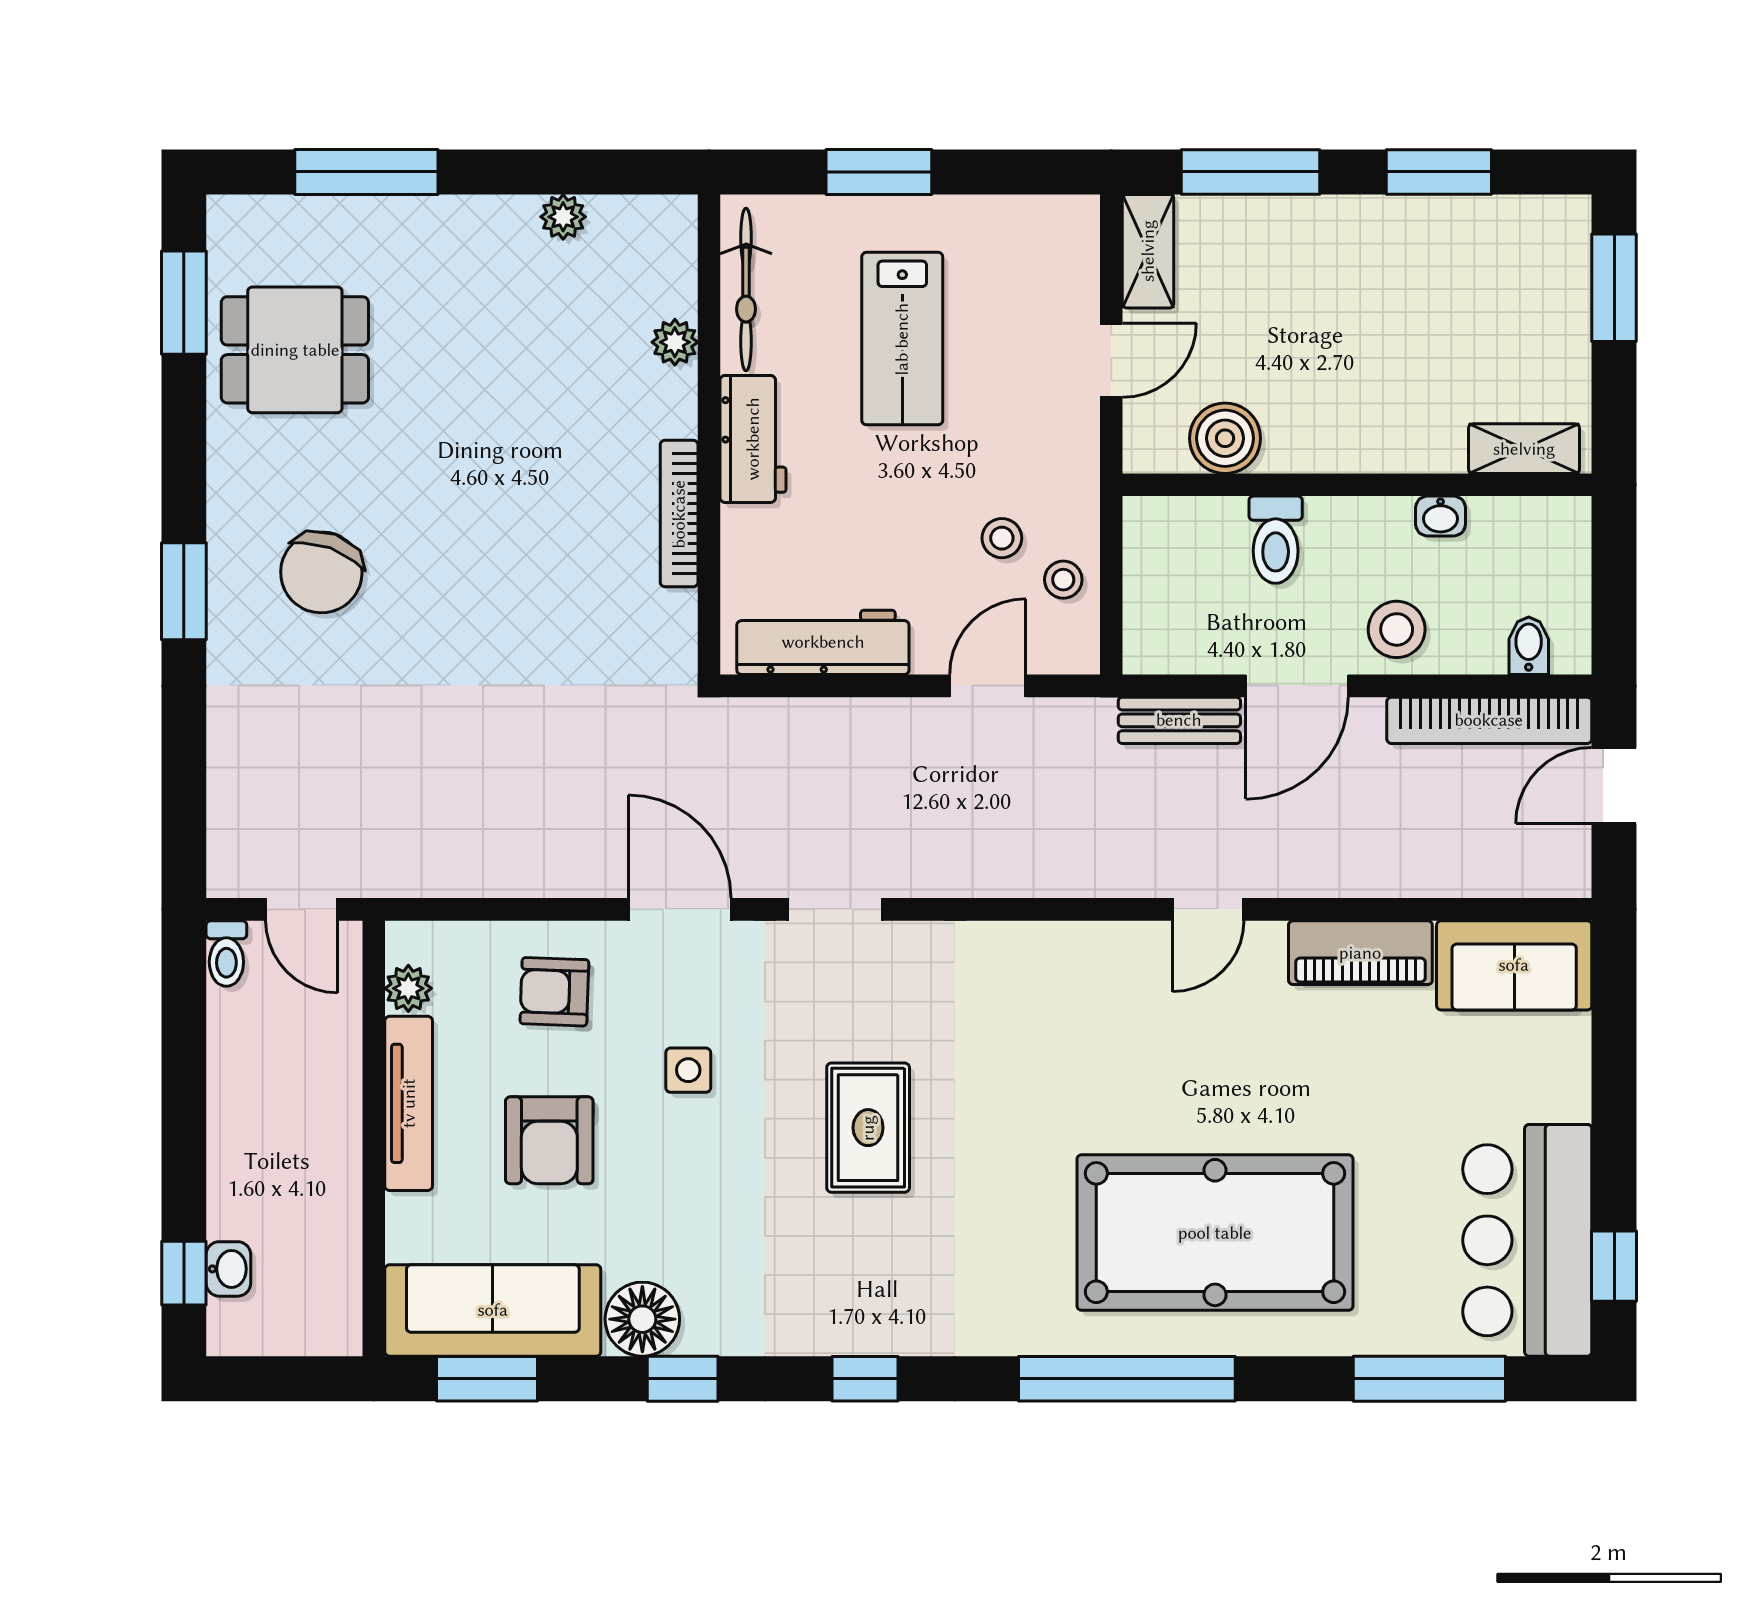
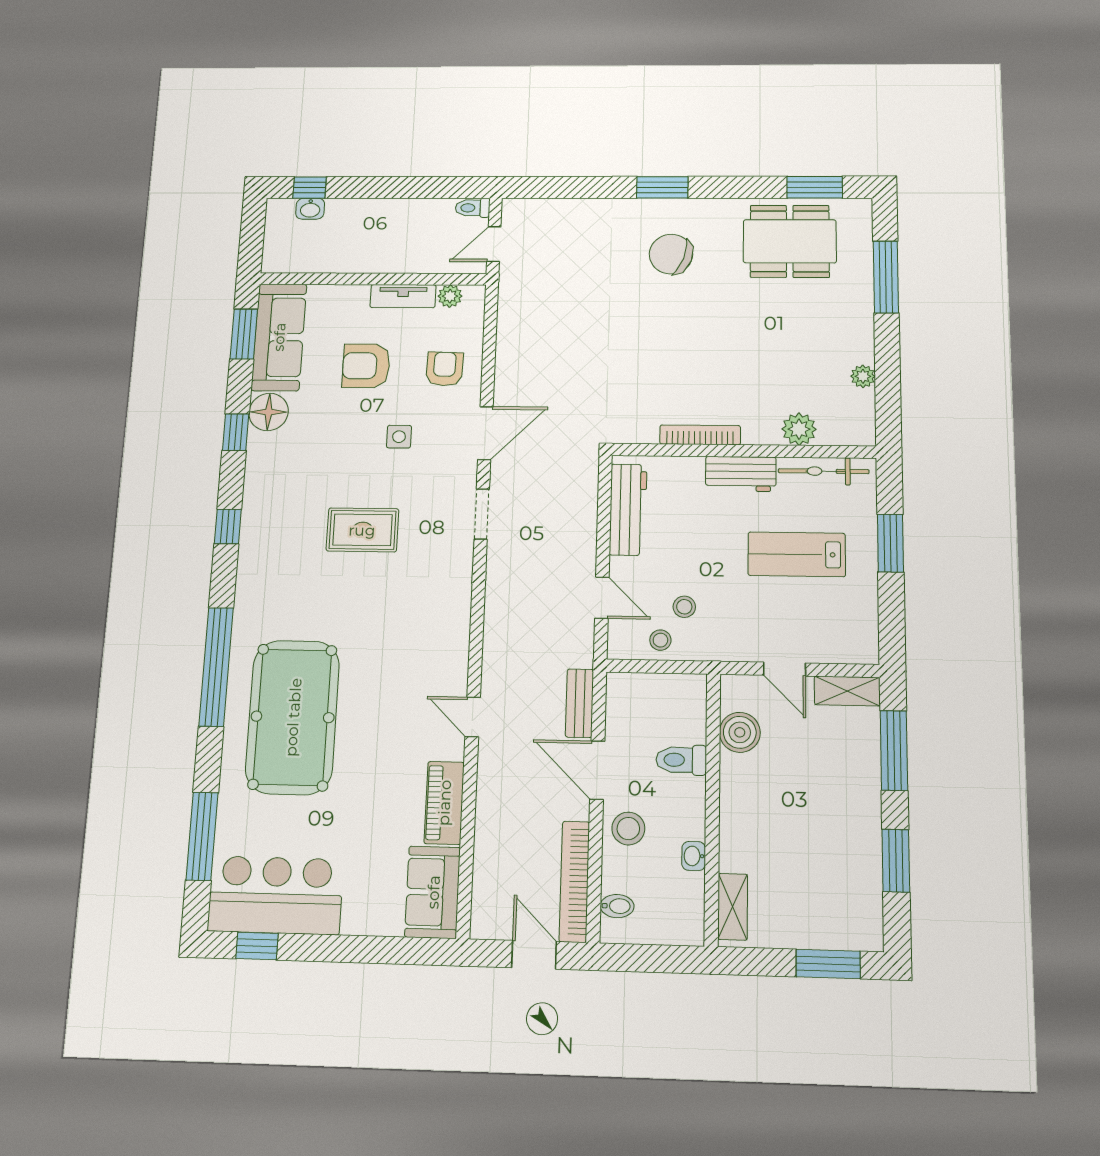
plant: (675, 342) -> (799, 429), width x1.38, depth x1.38
dining table: (295, 350) -> (790, 241), width x1.38
tv unit: (409, 1103) -> (403, 296), width x0.71

